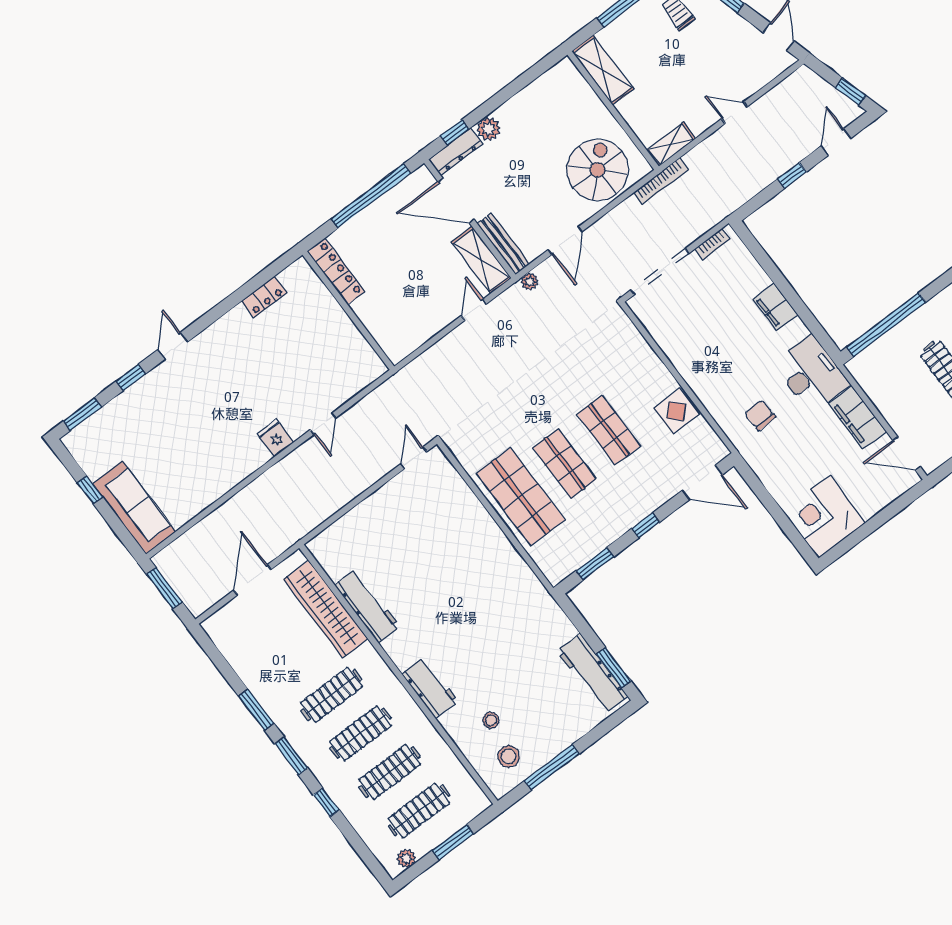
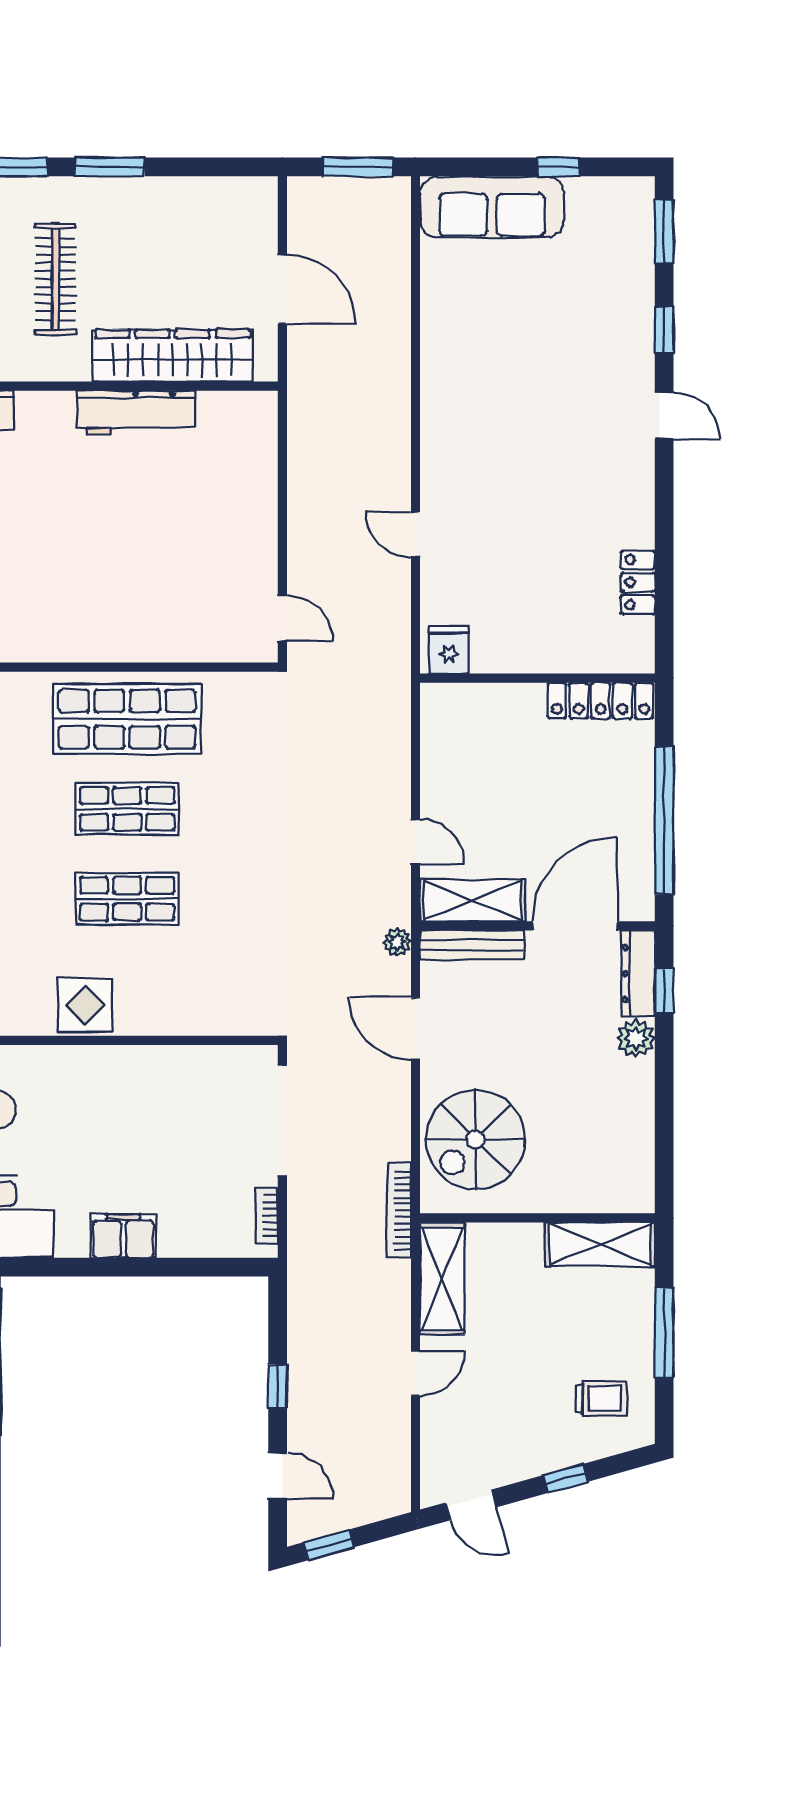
shelving: (671, 144) -> (442, 1279), width x1.50, depth x1.33
spiral stairs: (597, 170) -> (476, 1139), turned 90
fridge: (275, 438) -> (449, 650), moved, turned -90

